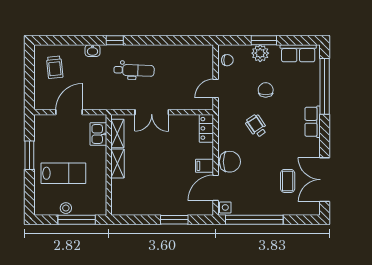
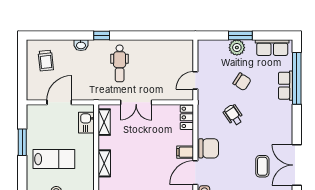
chair: (227, 60) -> (206, 54), removed
dental chair: (134, 70) -> (120, 63), turned 88
chair: (266, 90) -> (242, 82), turned 123
row of seats: (313, 122) -> (286, 86), moved
shelving: (118, 163) -> (104, 163), moved

